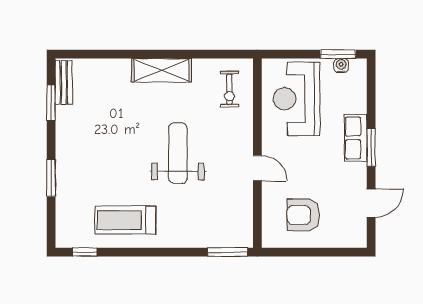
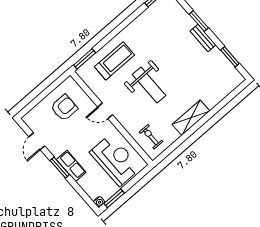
water cooler: (341, 66) -> (99, 202), moved
bench: (64, 83) -> (203, 38), moved
treadmill: (125, 220) -> (114, 61), moved

